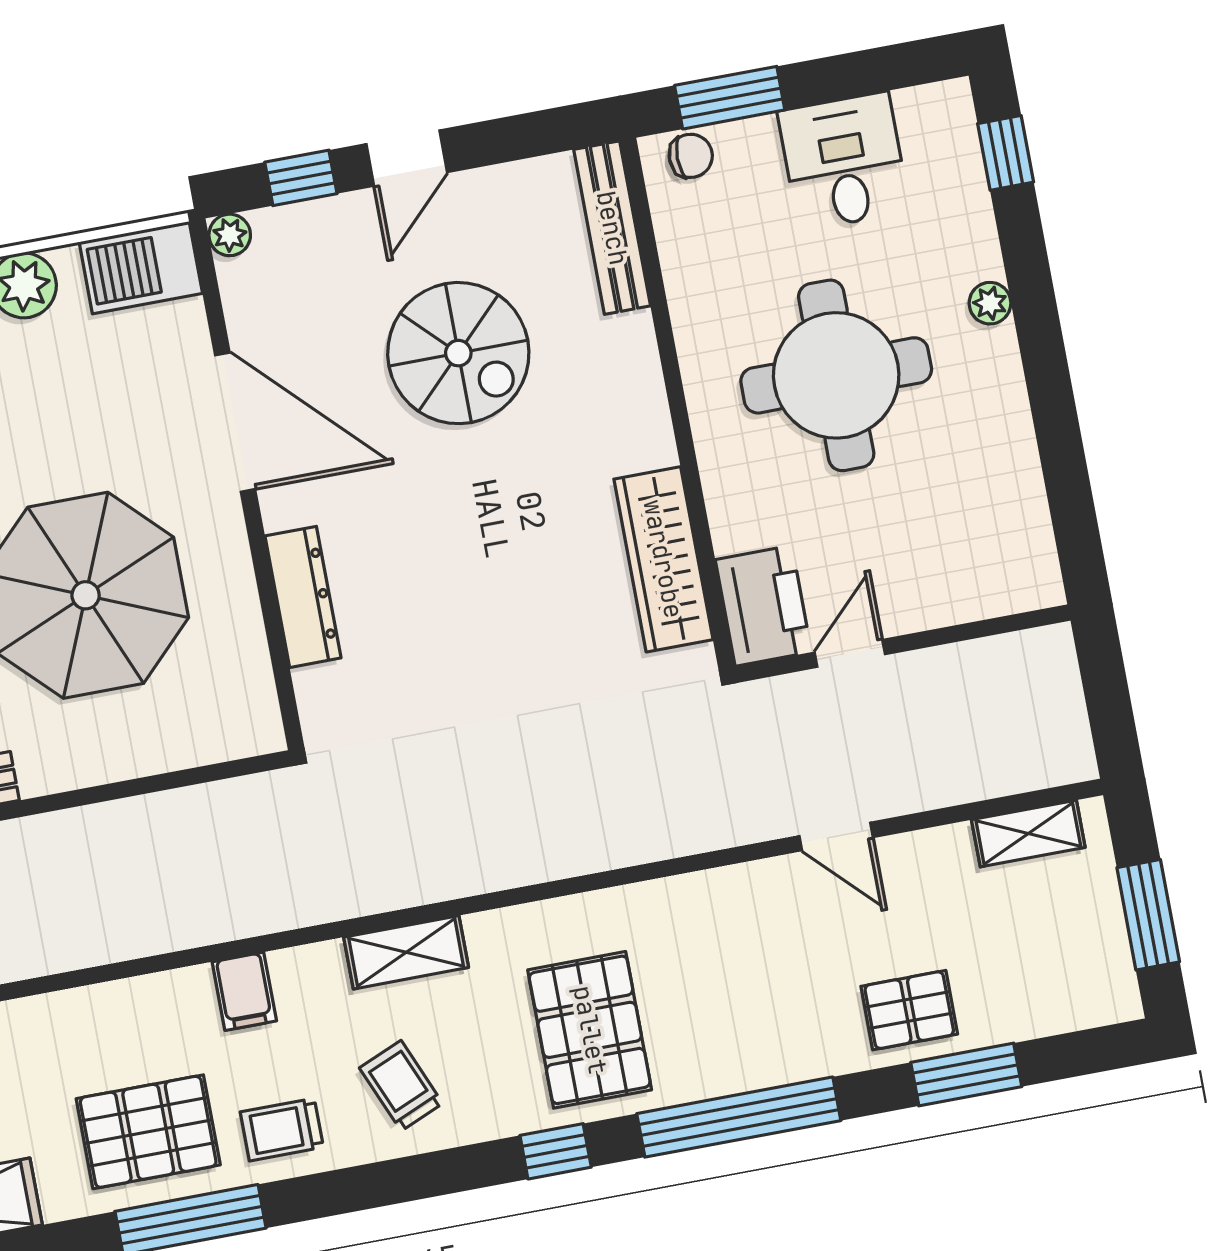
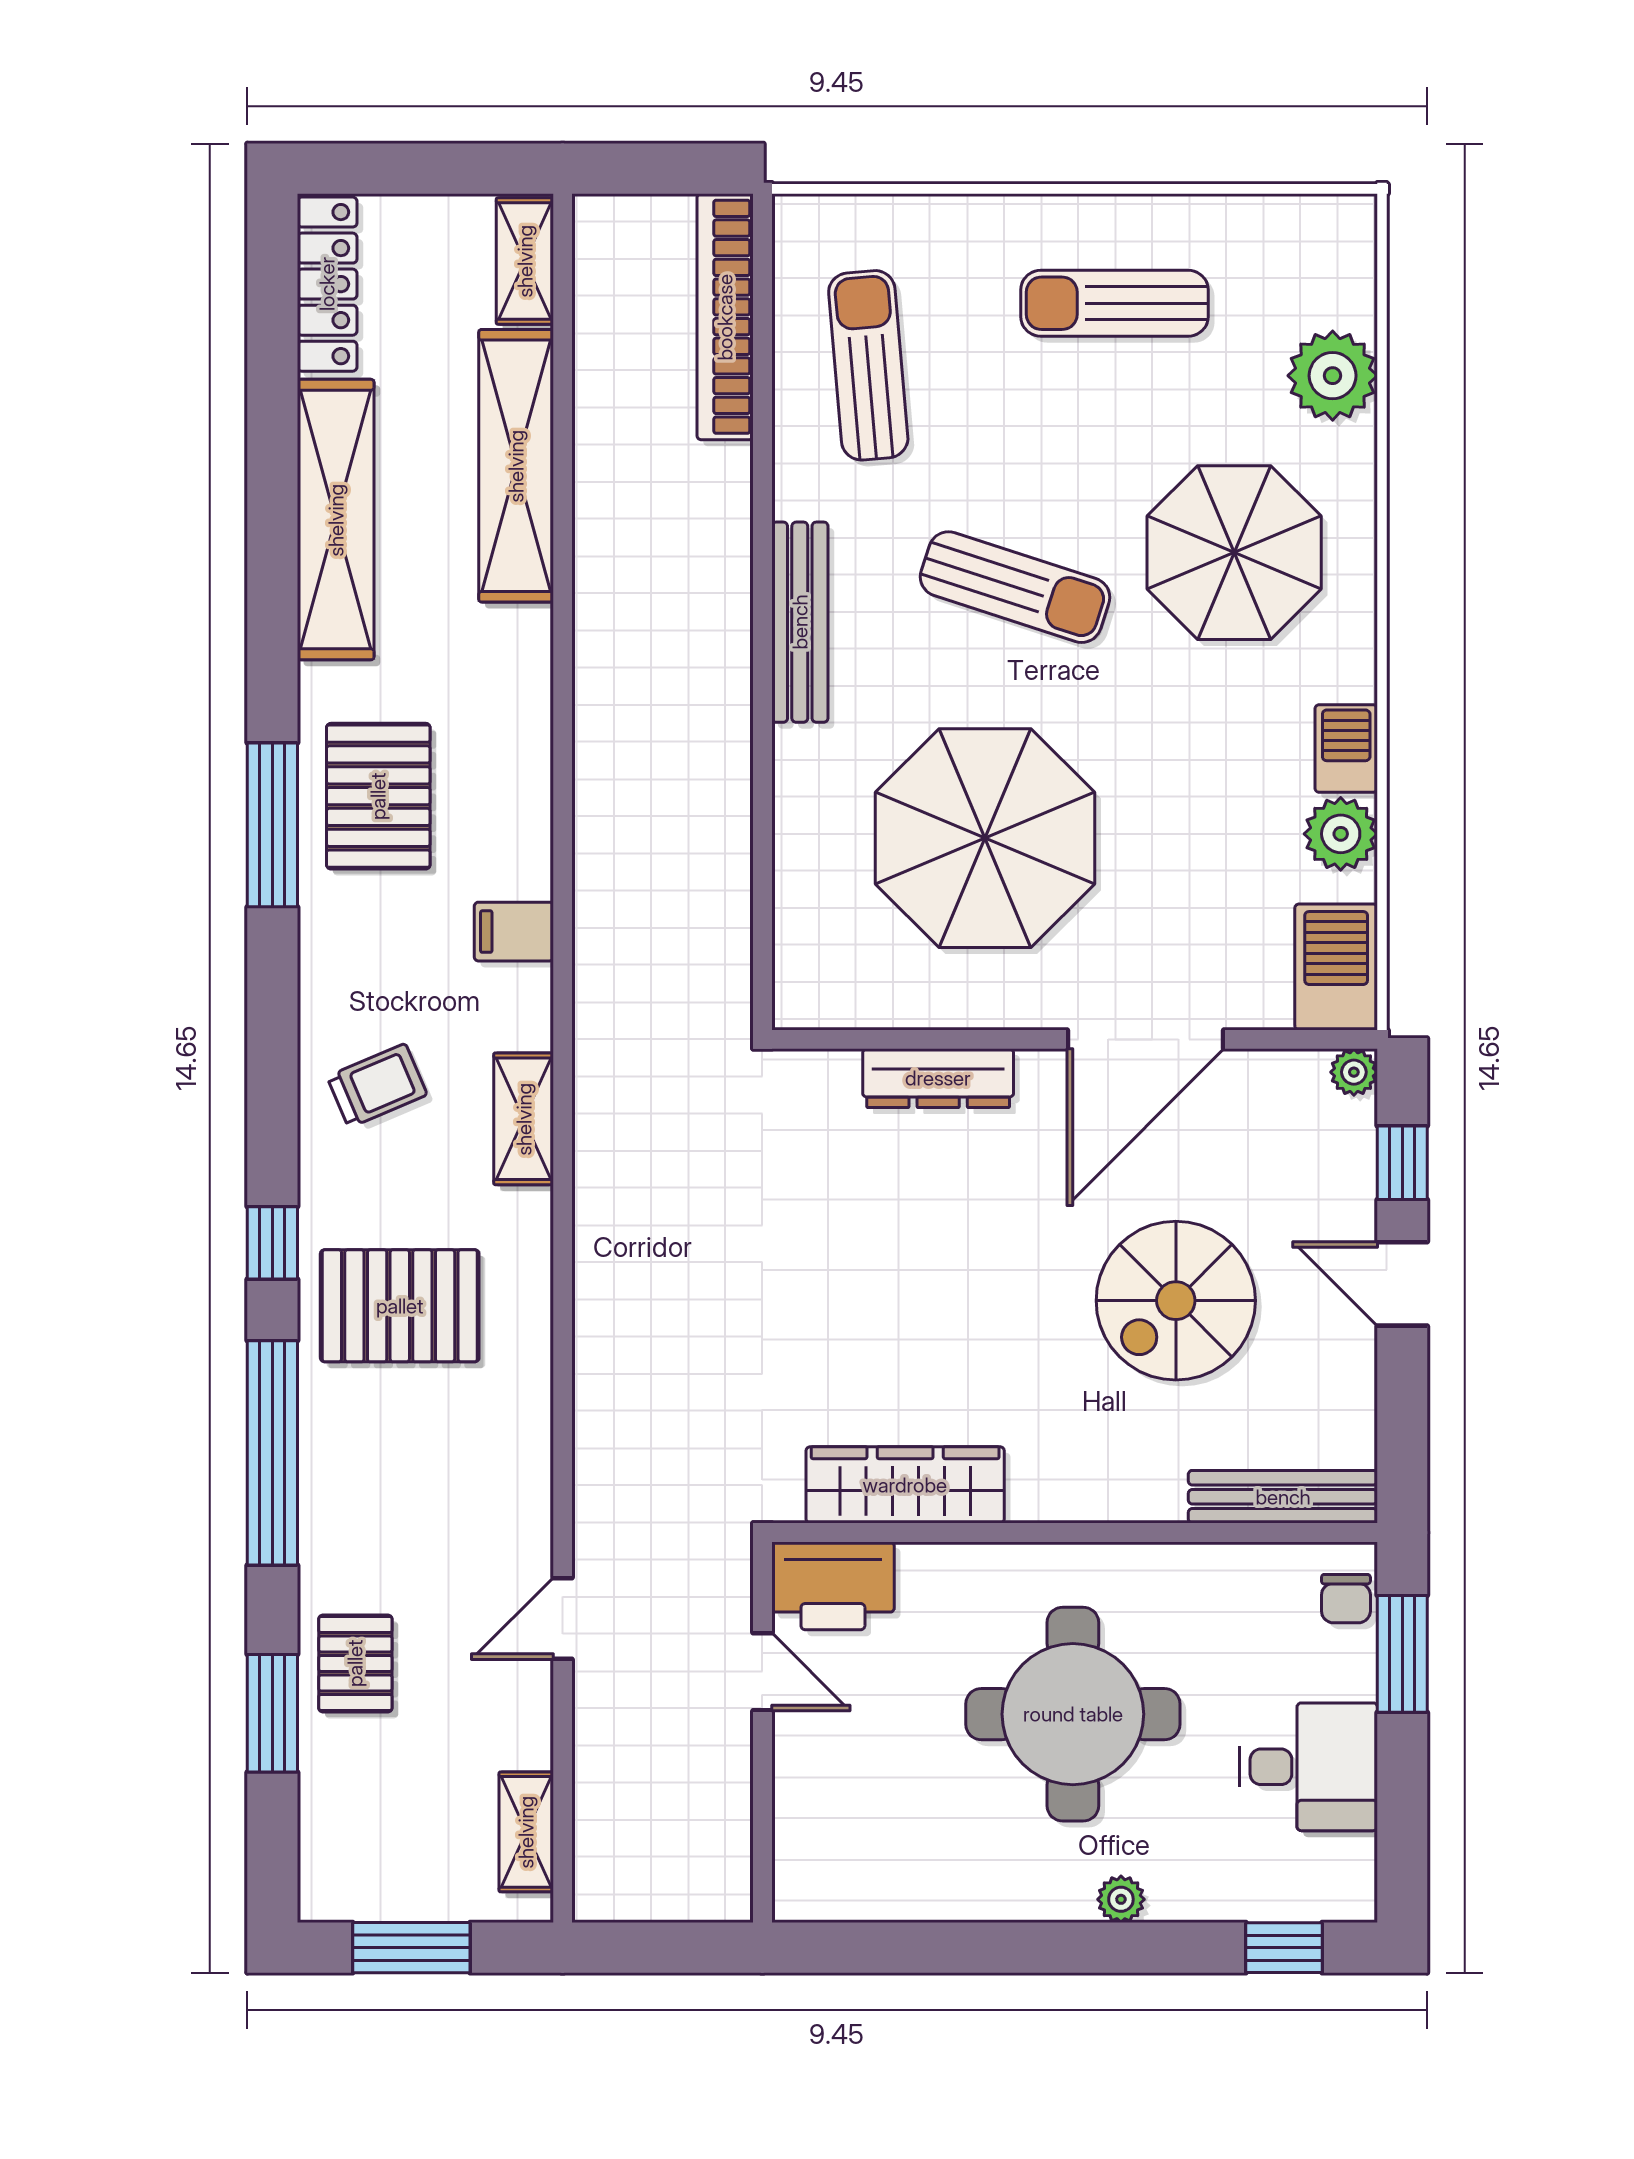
trolley: (282, 1130) -> (353, 944), removed

